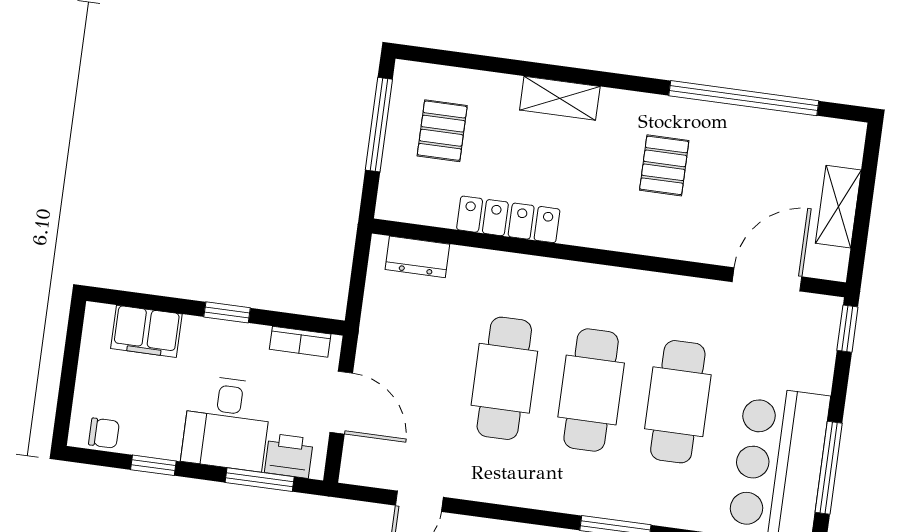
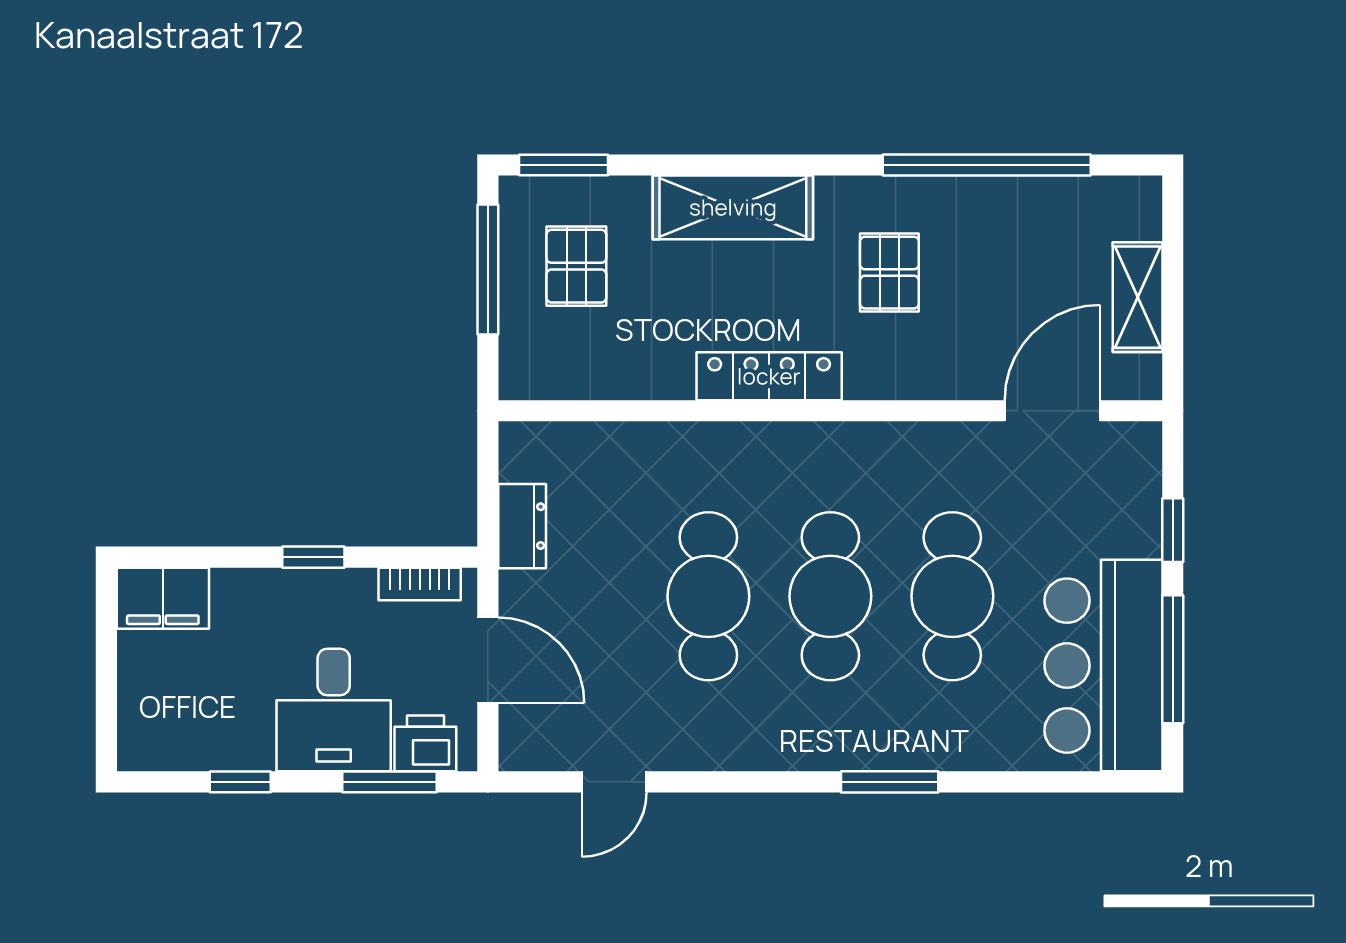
window: (443, 57) -> (563, 165), added
shelving: (560, 98) -> (733, 207), width x1.50, depth x1.33
locker: (508, 219) -> (769, 376), moved
dresser: (417, 257) -> (522, 526), moved, turned -90
window: (847, 329) -> (1173, 530), moved
filing cabinet: (146, 331) -> (163, 598), moved
chair: (104, 433) -> (166, 747), removed

